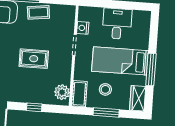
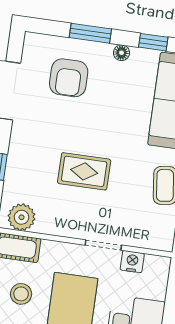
rug: (34, 59) -> (84, 171), turned 90

